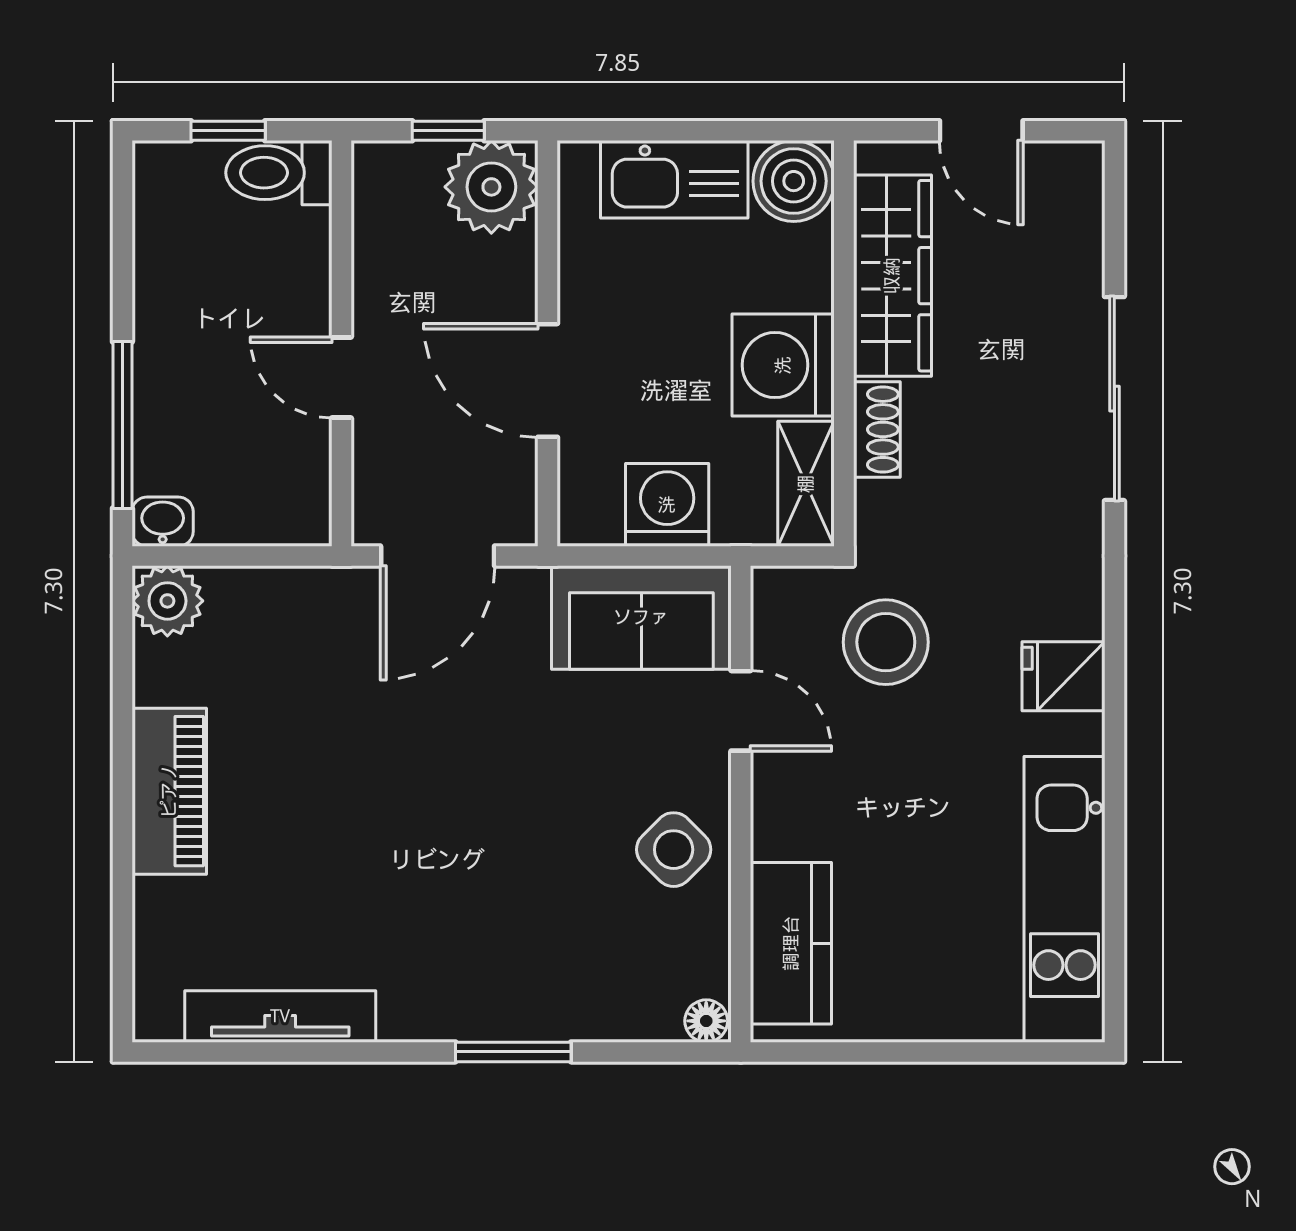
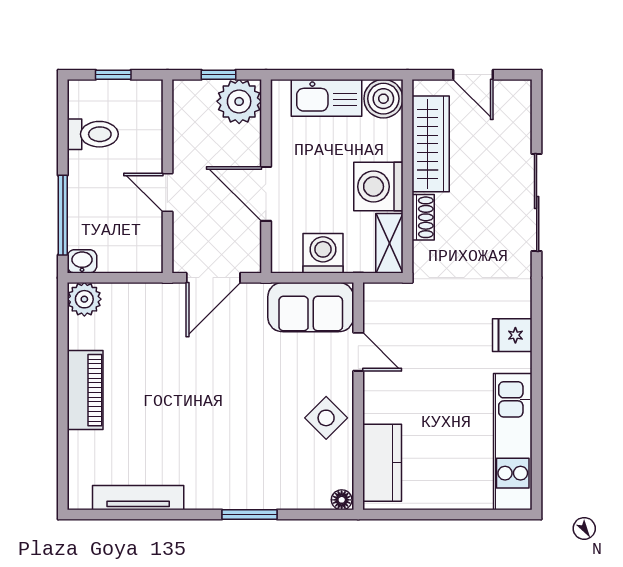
toilet: (279, 173) -> (93, 134), moved, turned 180
stool: (886, 642) -> (427, 319), removed

